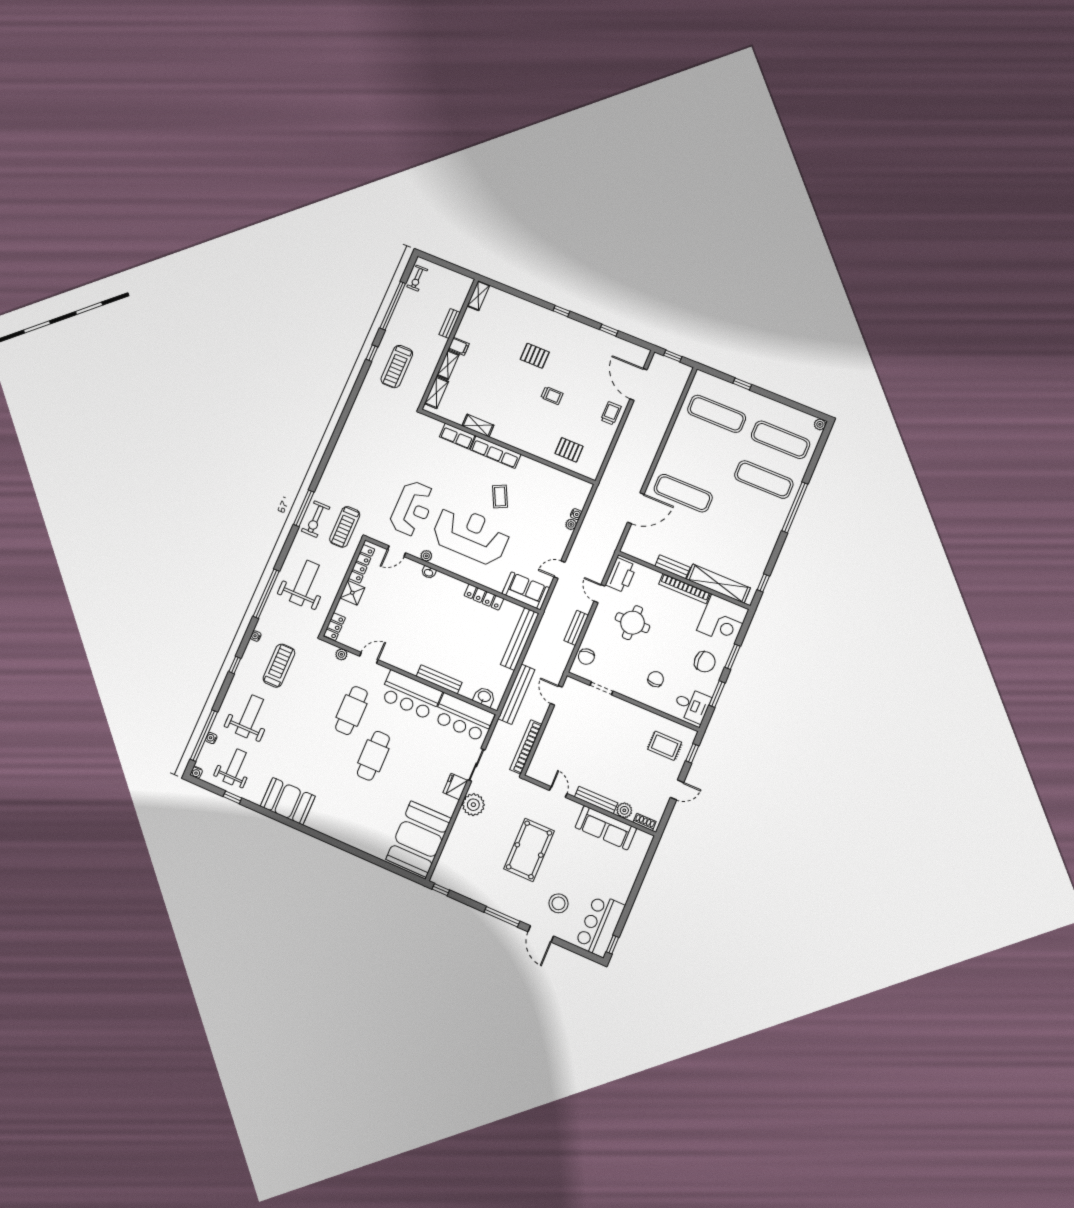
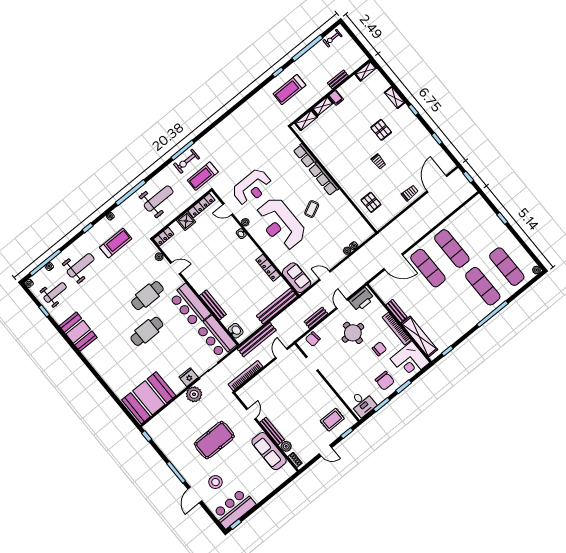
exercise mat: (717, 414) -> (452, 248), moved
shelving: (478, 426) -> (395, 98), moved
reception desk: (471, 535) -> (281, 224), turned 180
chair: (656, 679) -> (379, 349), moved
rug: (665, 746) -> (332, 420), turned 90

